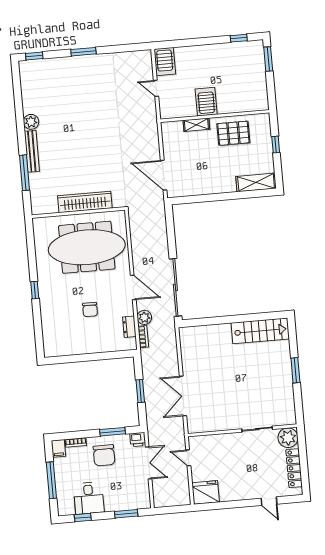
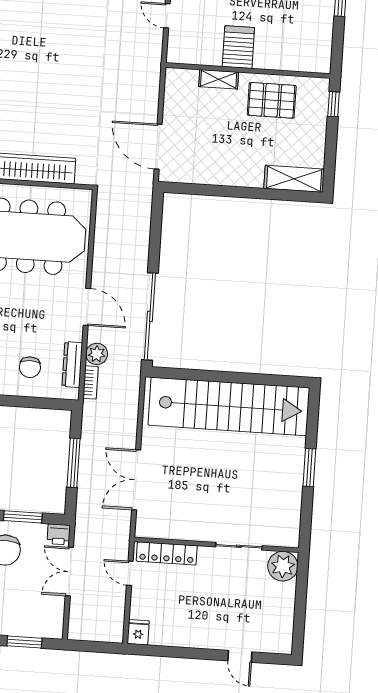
window: (276, 145) -> (334, 104), moved
chair: (90, 310) -> (30, 367), moved
dresser: (129, 327) -> (72, 365), width x1.44
stairs: (260, 331) -> (229, 406), width x1.86, depth x1.51
window: (140, 391) -> (74, 463), width x1.44
double door: (149, 463) -> (69, 572), swing flipped
locker: (294, 468) -> (167, 553), moved, turned -90
fridge: (206, 492) -> (138, 632), width x0.53, depth x0.75

